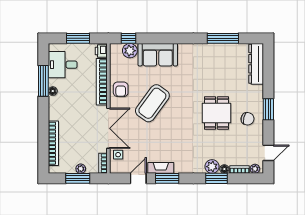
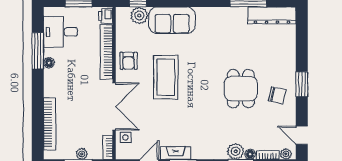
dresser: (256, 64) -> (272, 15), moved, turned -90
coffee table: (152, 103) -> (166, 77), turned -36
door: (268, 153) -> (302, 135), swing flipped

